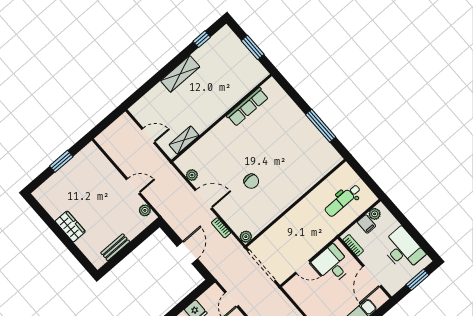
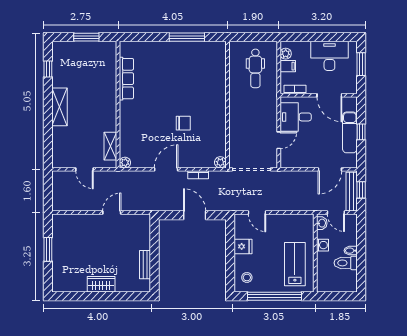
door: (148, 136) -> (84, 169), swing flipped
plant: (192, 175) -> (125, 163), moved
plant: (145, 210) -> (137, 219), removed

